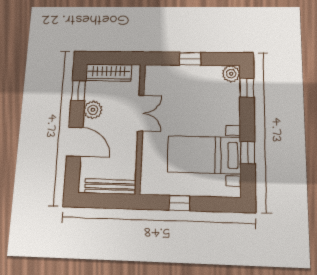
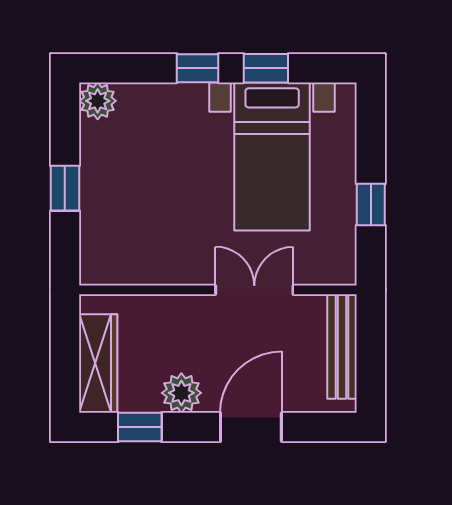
window: (247, 88) -> (198, 68), moved
double door: (141, 113) -> (254, 290), moved

